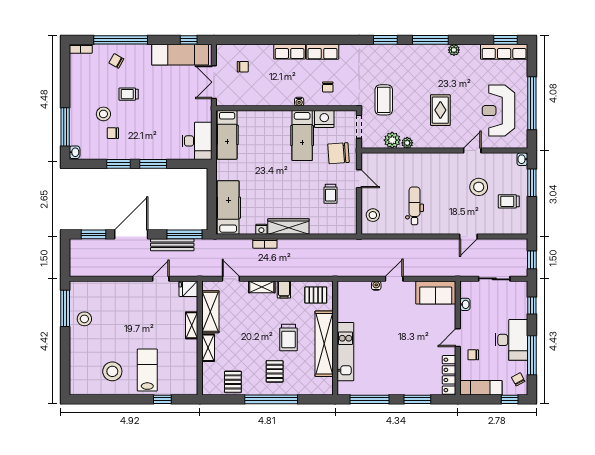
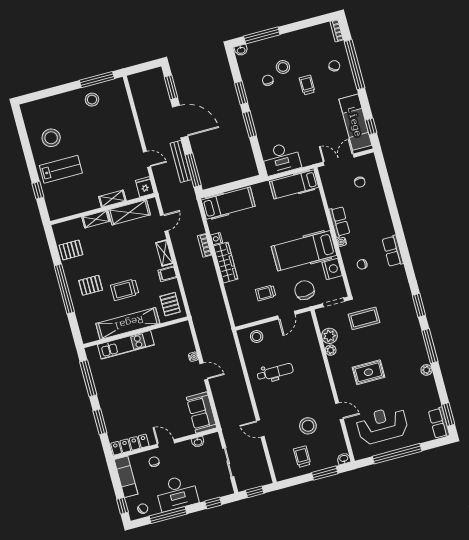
row of seats: (290, 52) -> (339, 222), moved, turned 180
row of seats: (504, 52) -> (439, 423), width x0.68
hospital bed: (302, 136) -> (304, 251), width x1.37, depth x1.29

